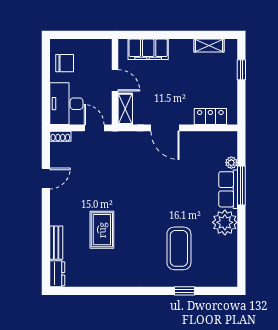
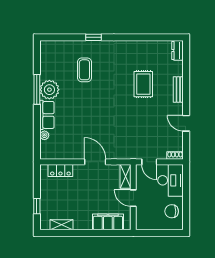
door: (46, 178) -> (186, 123), hinge flipped
window: (241, 185) -> (37, 89), moved
bench: (56, 243) -> (178, 89), moved
coffee table: (179, 248) -> (84, 70), width x0.73, depth x0.76
window: (184, 291) -> (94, 37), moved

